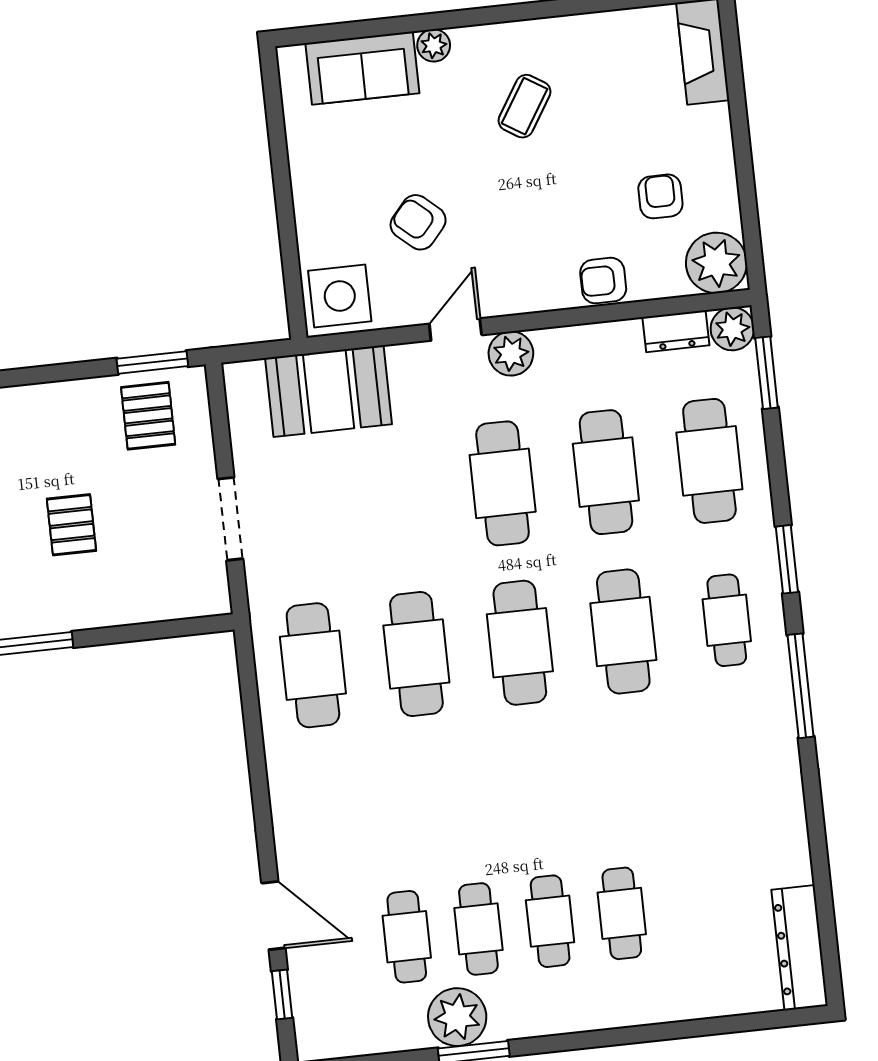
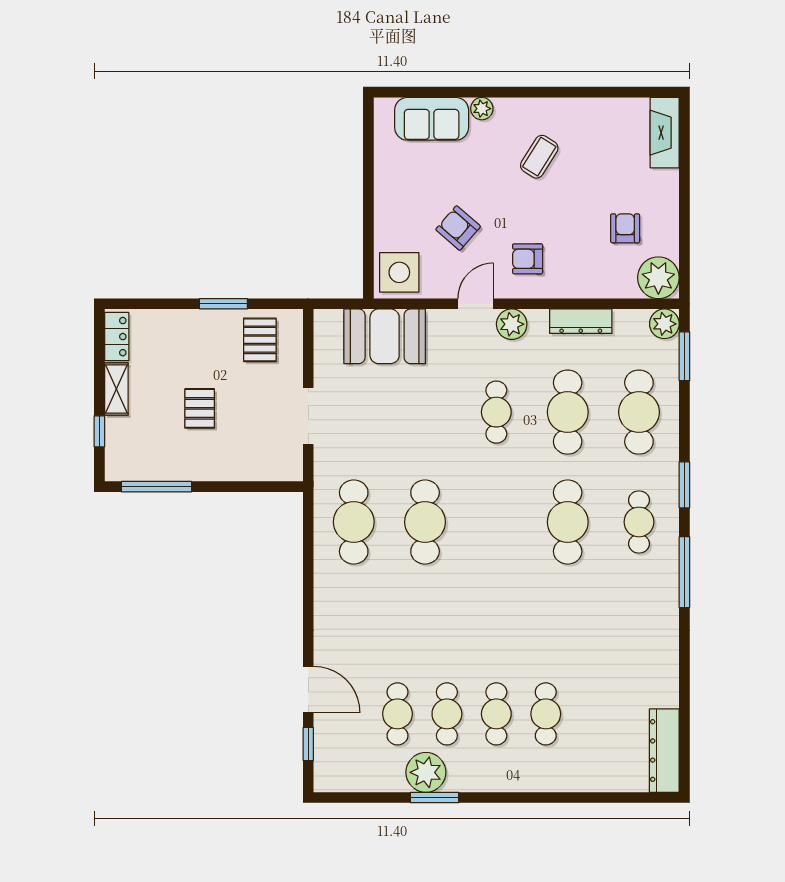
armchair: (603, 281) -> (528, 259), moved
dresser: (676, 331) -> (581, 321), moved, width x1.44
window: (152, 362) -> (223, 304), moved
cafe table: (503, 483) -> (496, 412), width x0.73, depth x0.74
cafe table: (520, 643) -> (496, 522), removed

